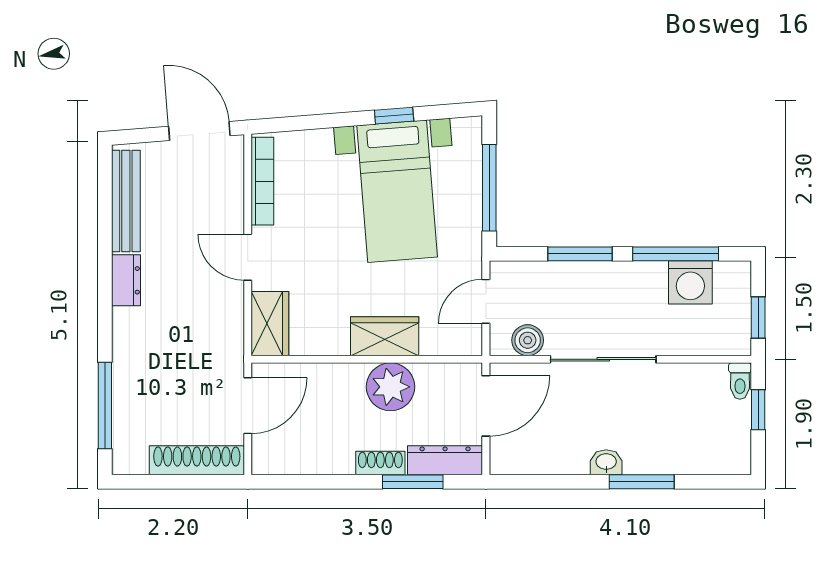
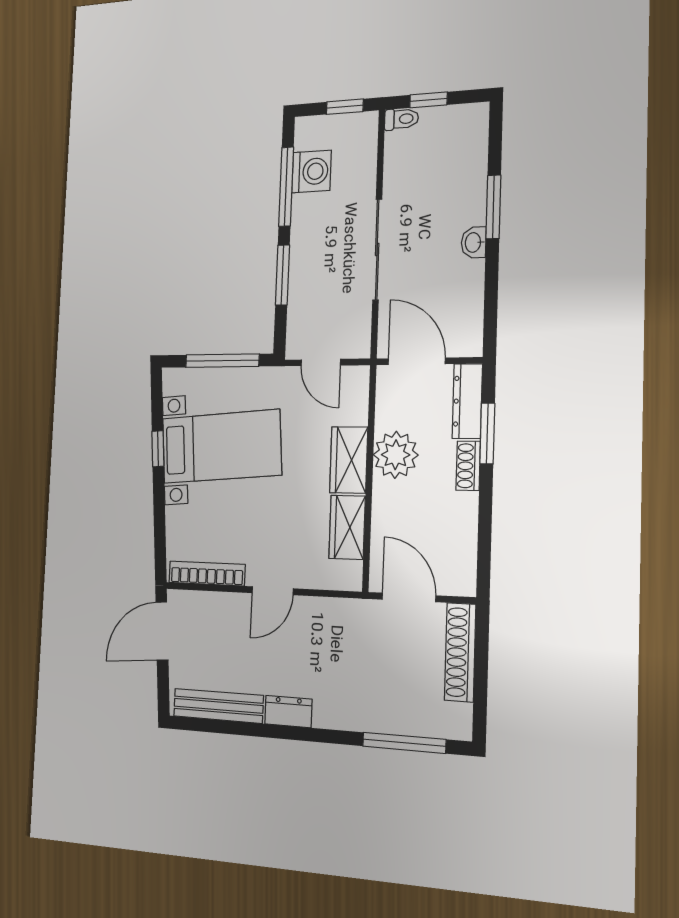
wardrobe: (270, 324) -> (347, 527), moved, turned -90
boiler: (528, 340) -> (357, 322), removed

